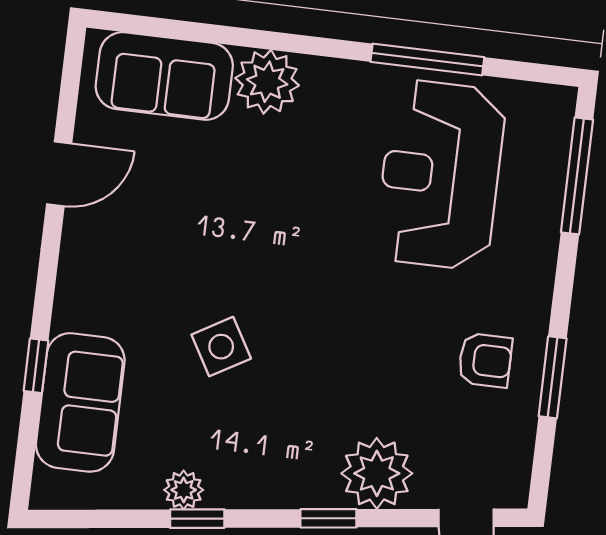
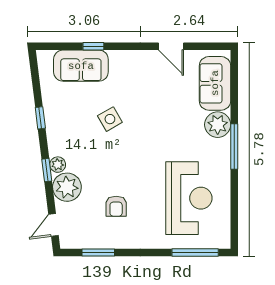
window: (427, 60) -> (234, 147), moved
reception desk: (440, 175) -> (189, 198), turned 90
armchair: (485, 360) -> (116, 206), moved
window: (553, 377) -> (98, 253), moved
plant: (184, 490) -> (58, 165), moved

